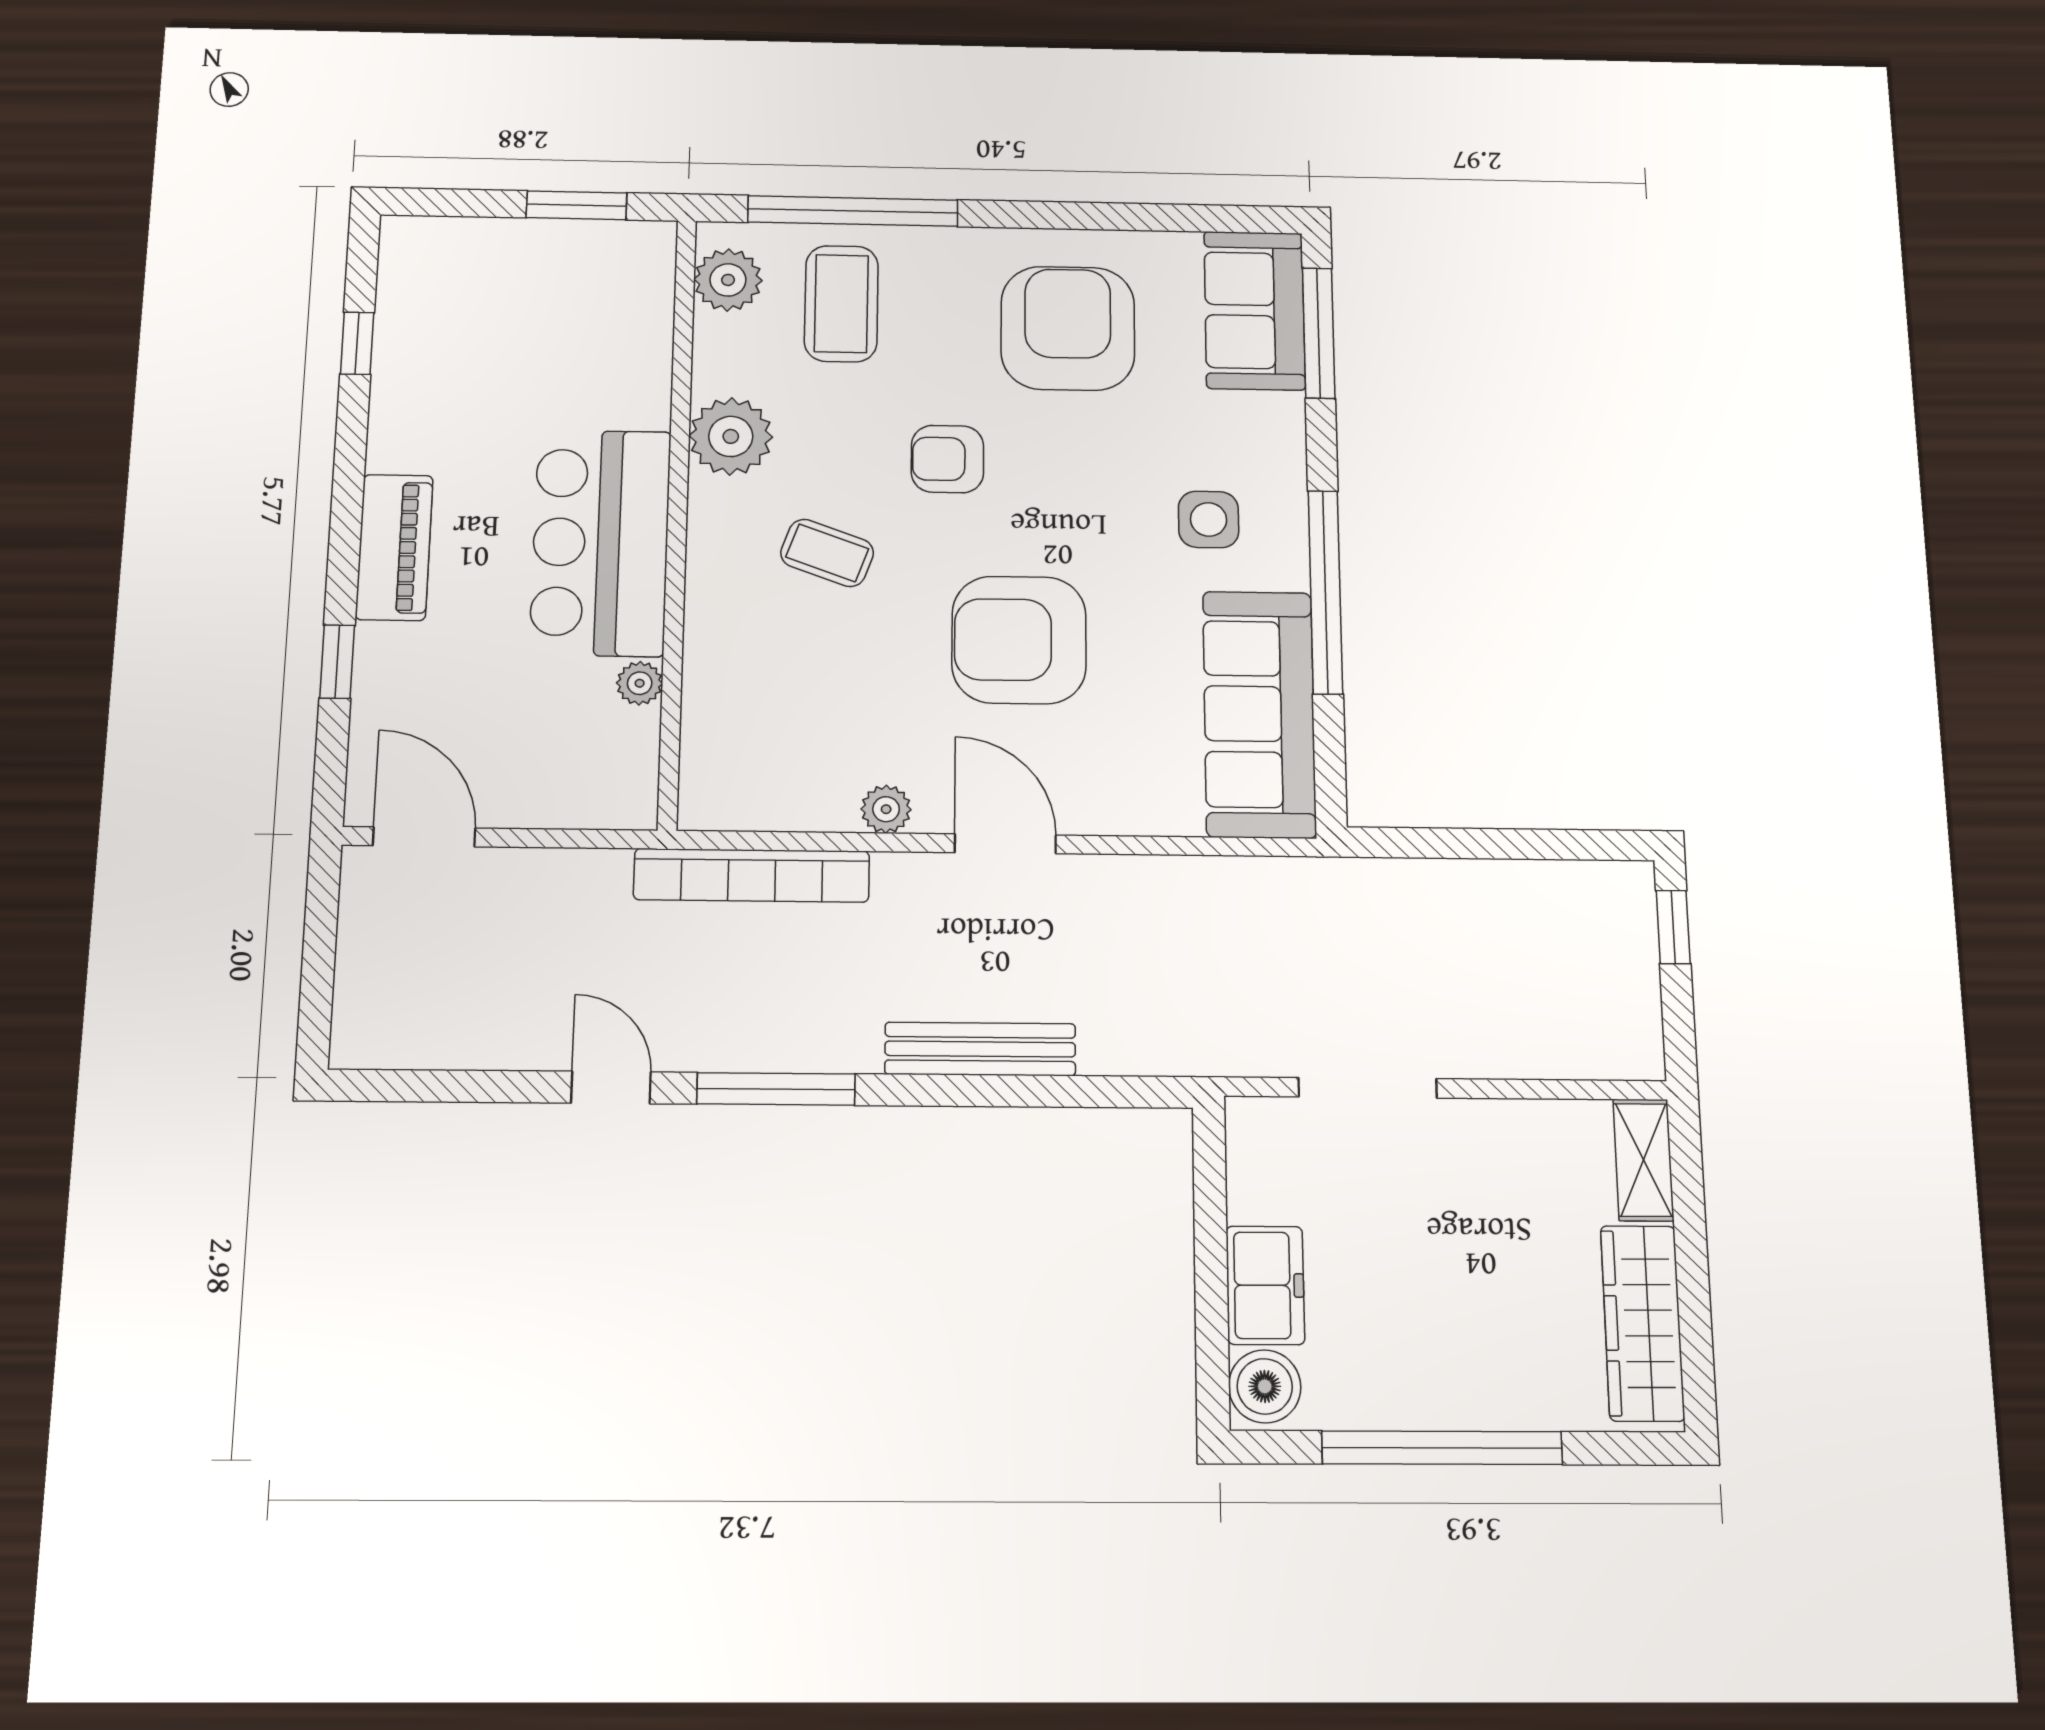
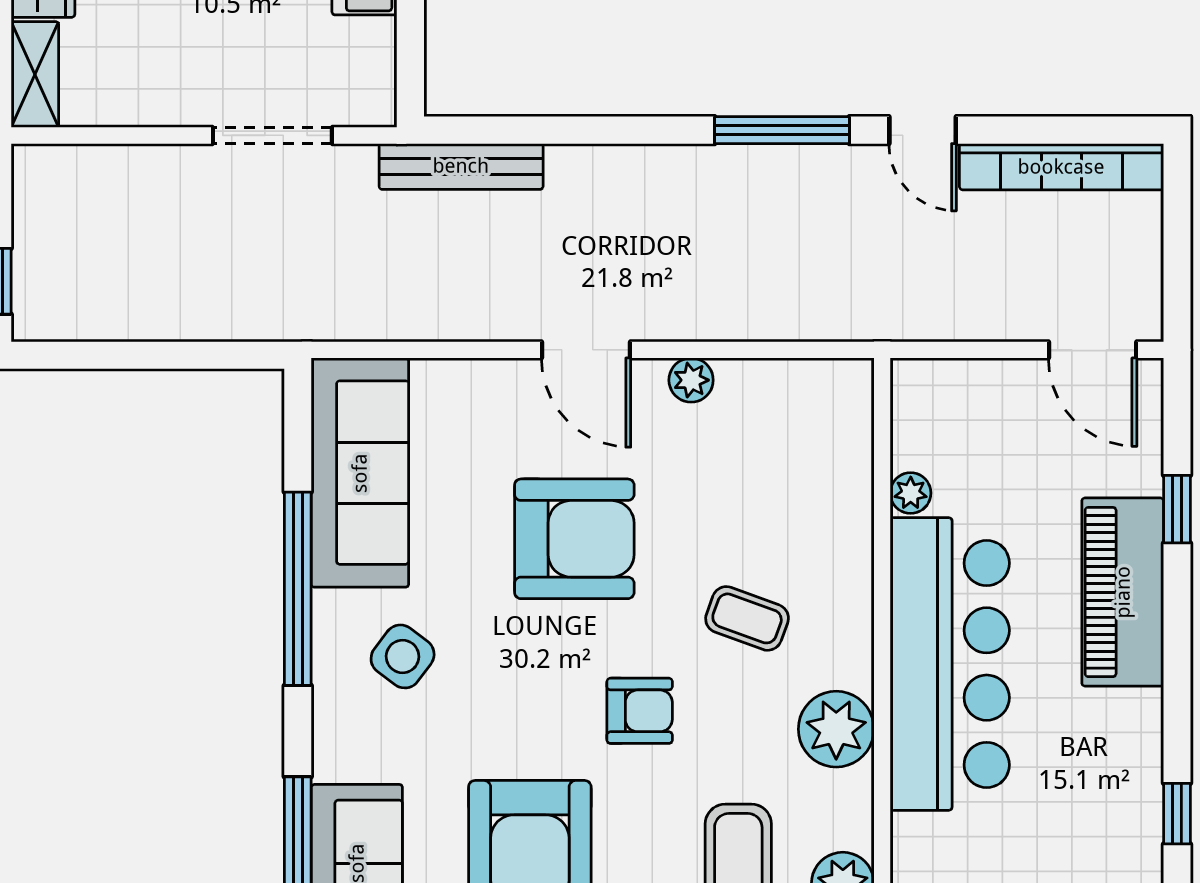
side table: (1209, 519) -> (403, 656), turned 37
bar counter: (601, 542) -> (950, 664), width x1.36
piano: (394, 547) -> (1123, 592), width x1.37, depth x1.33
bookcase: (752, 875) -> (1061, 167), moved, turned 180
bench: (980, 1049) -> (461, 166), moved

